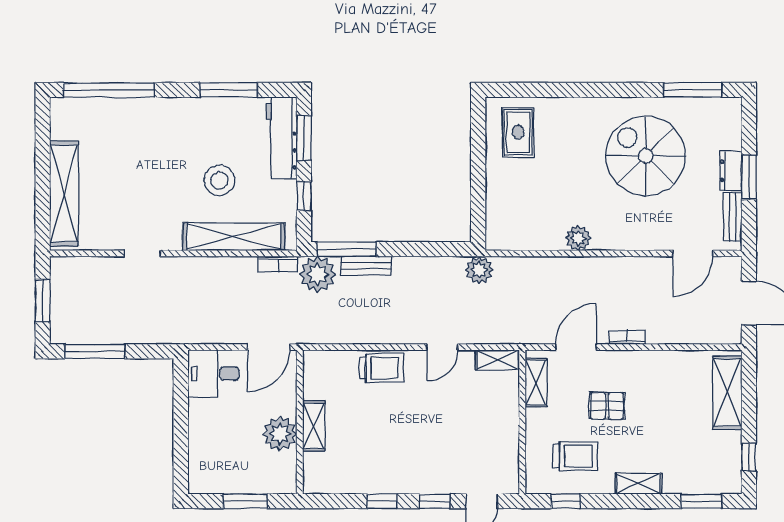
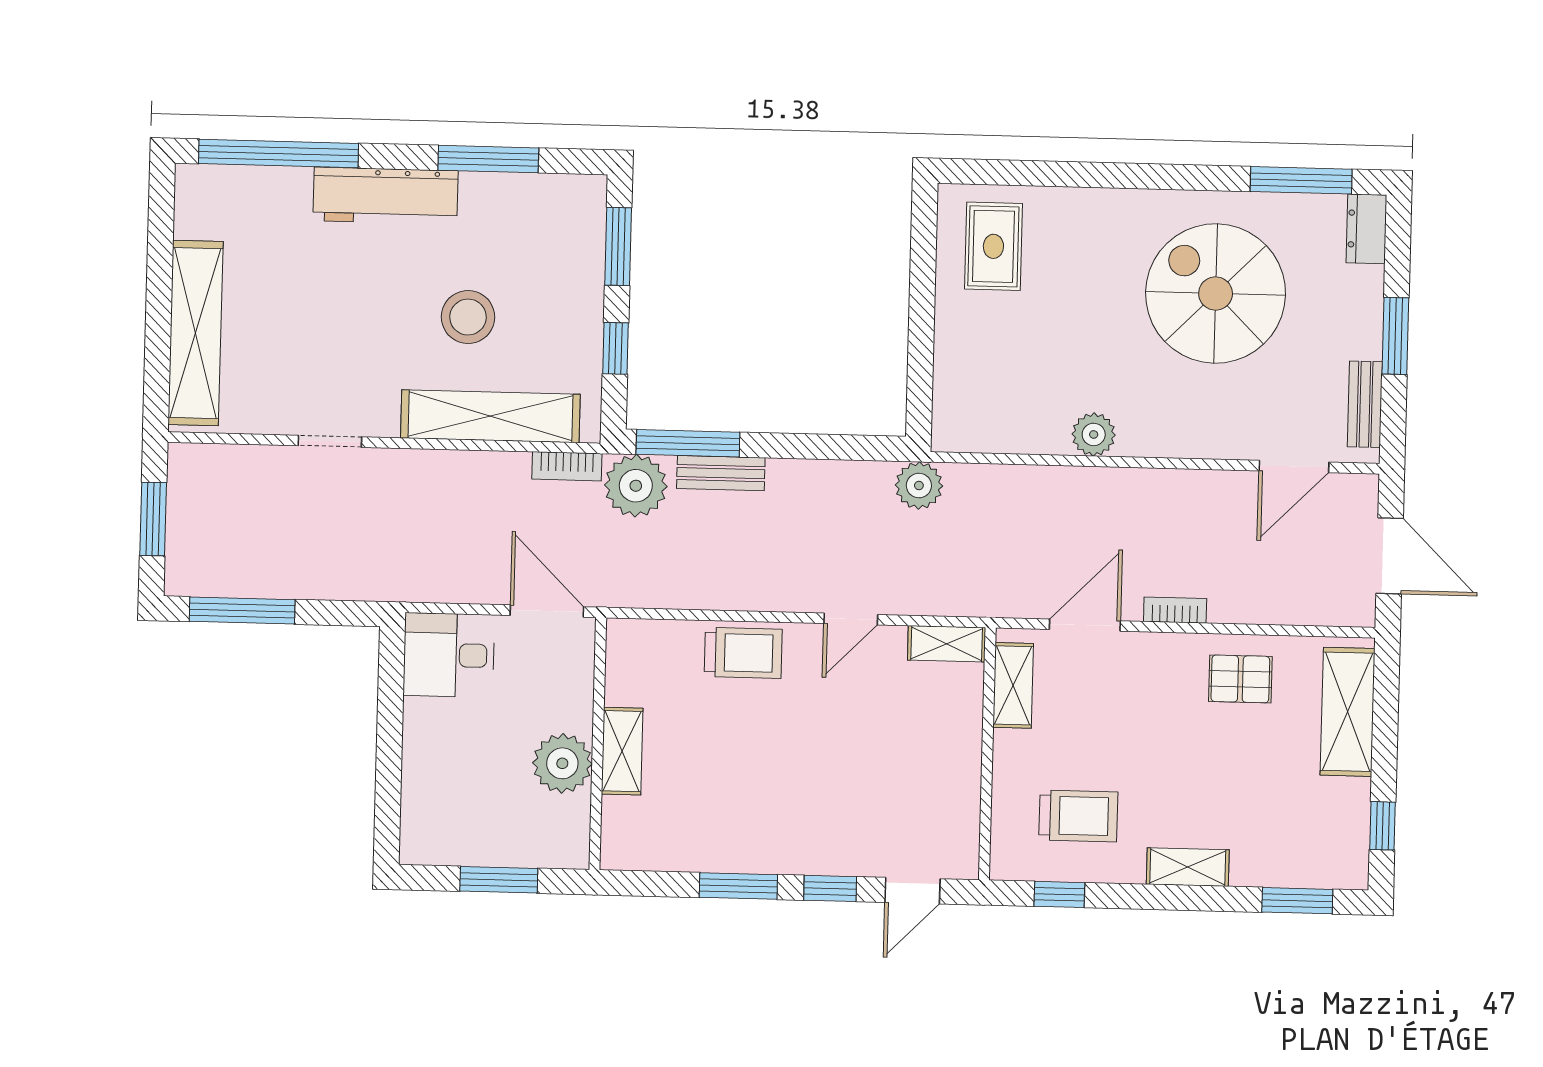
workbench: (282, 138) -> (385, 196), moved, turned -90
dresser: (731, 171) -> (1366, 229), moved
door: (269, 347) -> (547, 611), swing flipped
pallet: (607, 406) -> (1240, 679), moved
window: (382, 501) -> (738, 886), width x1.50

